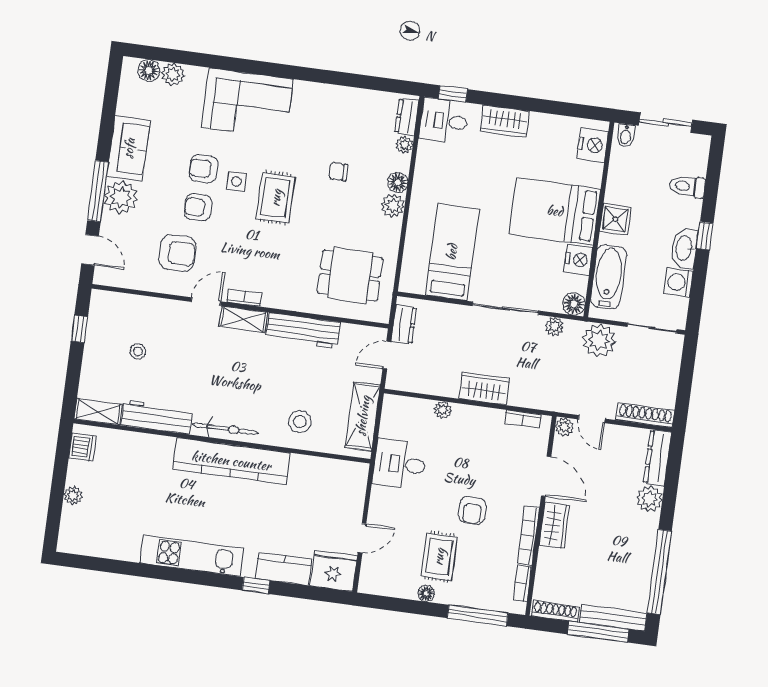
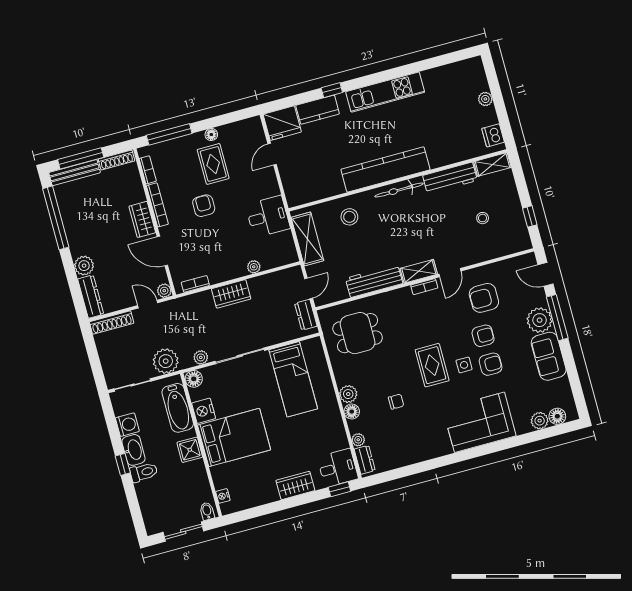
nightstand: (592, 145) -> (223, 496), width x0.53, depth x0.56
toilet: (687, 186) -> (144, 472), moved

